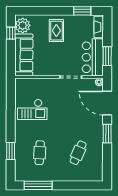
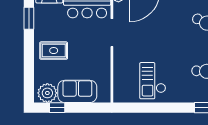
sofa: (24, 55) -> (77, 91), width x0.73
checkout: (32, 109) -> (153, 81), turned 180

